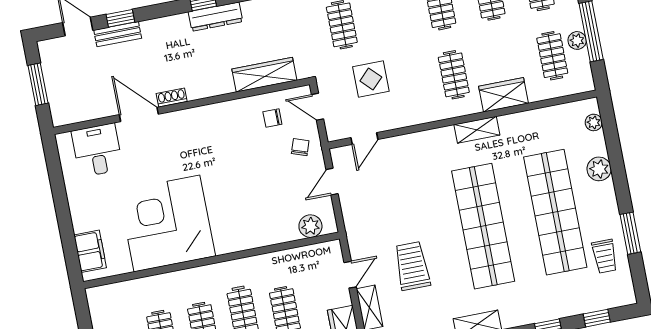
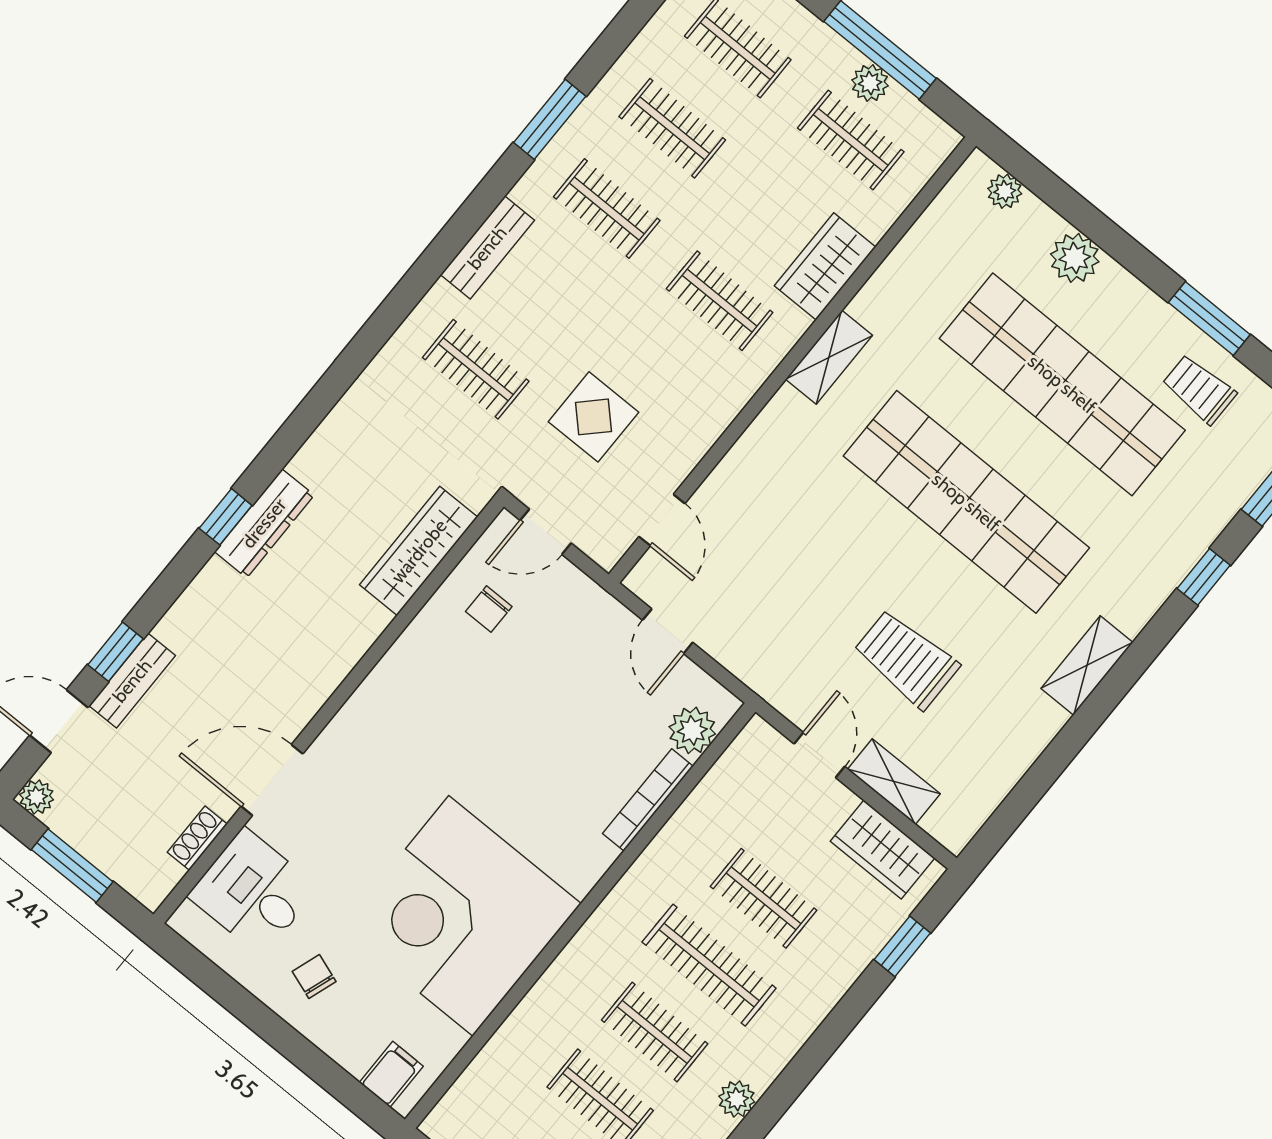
plant: (46, 48) -> (37, 797), added
shoe rack: (172, 98) -> (197, 838), moved
chair: (300, 147) -> (314, 976), moved
bookcase: (272, 238) -> (648, 800), added
filing cabinet: (90, 251) -> (391, 1074), width x0.50
trolley: (605, 256) -> (1199, 389), turned 180

